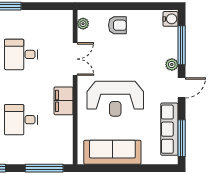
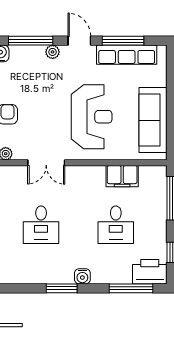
double door: (75, 59) -> (46, 163), swing flipped
filing cabinet: (63, 101) -> (122, 176), moved
window: (182, 138) -> (123, 41), moved

